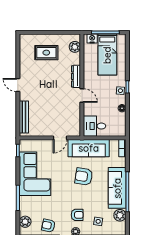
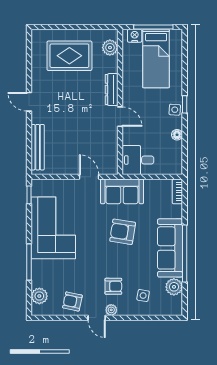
rug: (46, 53) -> (69, 56), width x1.36, depth x1.43
door: (60, 138) -> (89, 177), swing flipped
sofa: (89, 148) -> (122, 191), width x0.73

